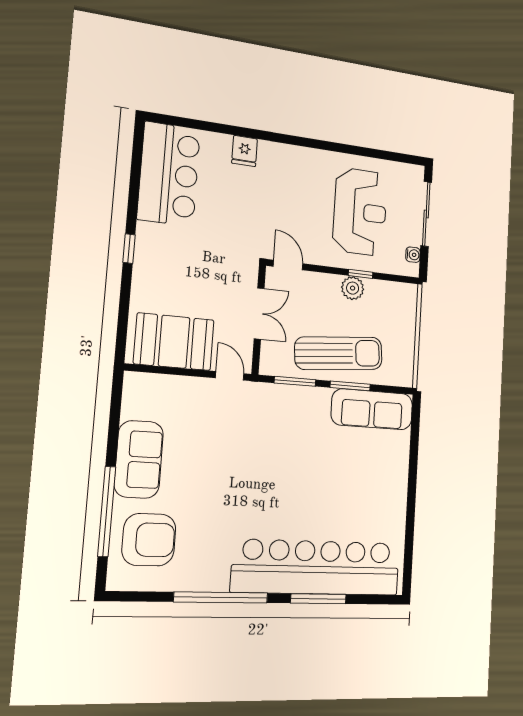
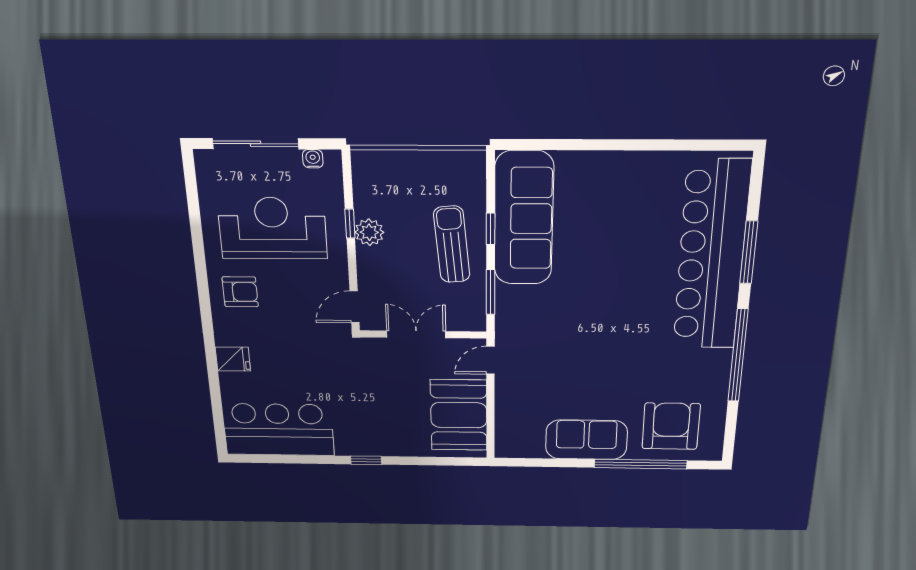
armchair: (307, 173) -> (240, 292), added
sun lounger: (339, 353) -> (452, 244), width x0.73, depth x0.75
window: (350, 386) -> (491, 229), width x0.67
sofa: (372, 409) -> (524, 219), width x1.36, depth x1.27

